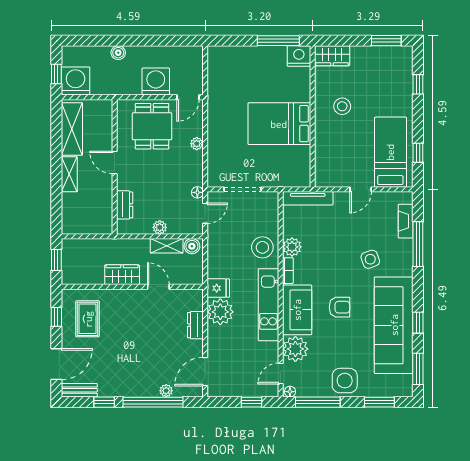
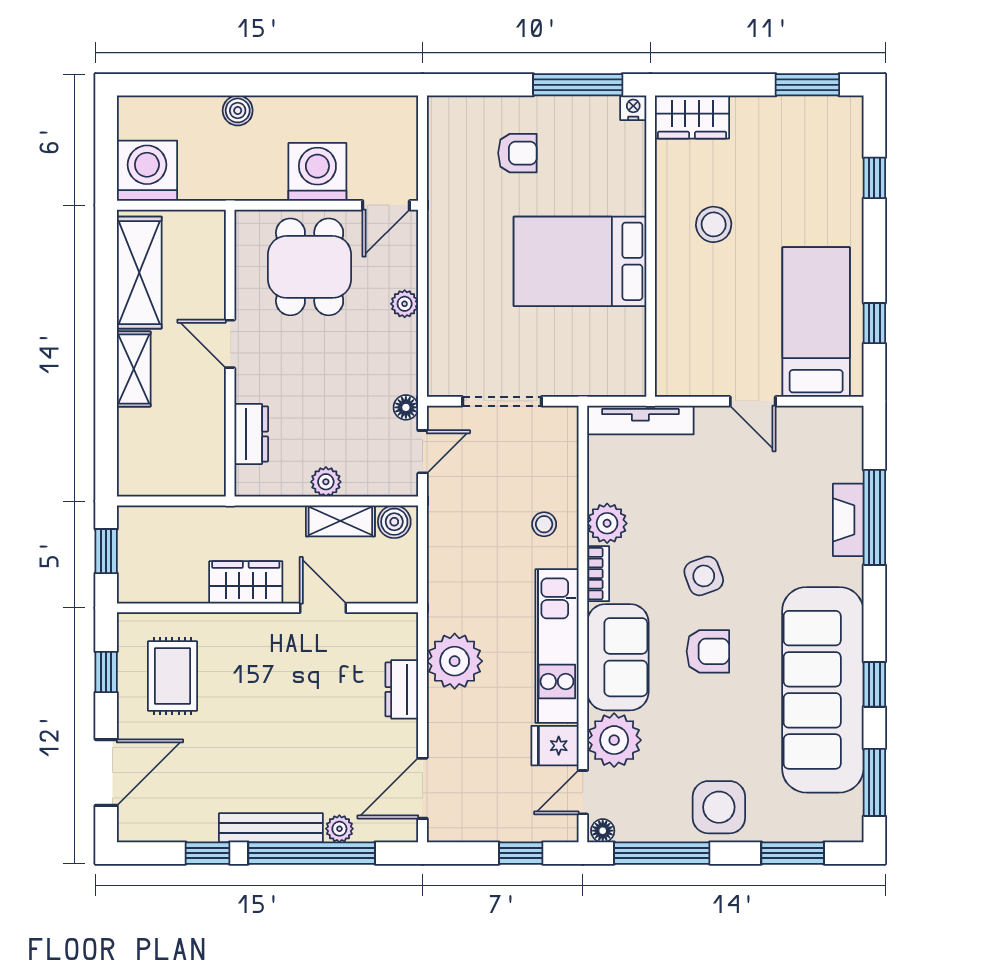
nightstand: (299, 56) -> (633, 108), width x0.53, depth x0.56
armchair: (250, 73) -> (517, 153), added
window: (56, 74) -> (106, 156), removed
door: (361, 189) -> (753, 401), hinge flipped
fireplace: (406, 221) -> (848, 520), moved
stool: (262, 247) -> (544, 524), width x0.53, depth x0.53
side table: (370, 259) -> (704, 576), moved
fridge: (218, 288) -> (555, 746), moved, turned 180
bench: (79, 390) -> (271, 828), moved, width x1.36

